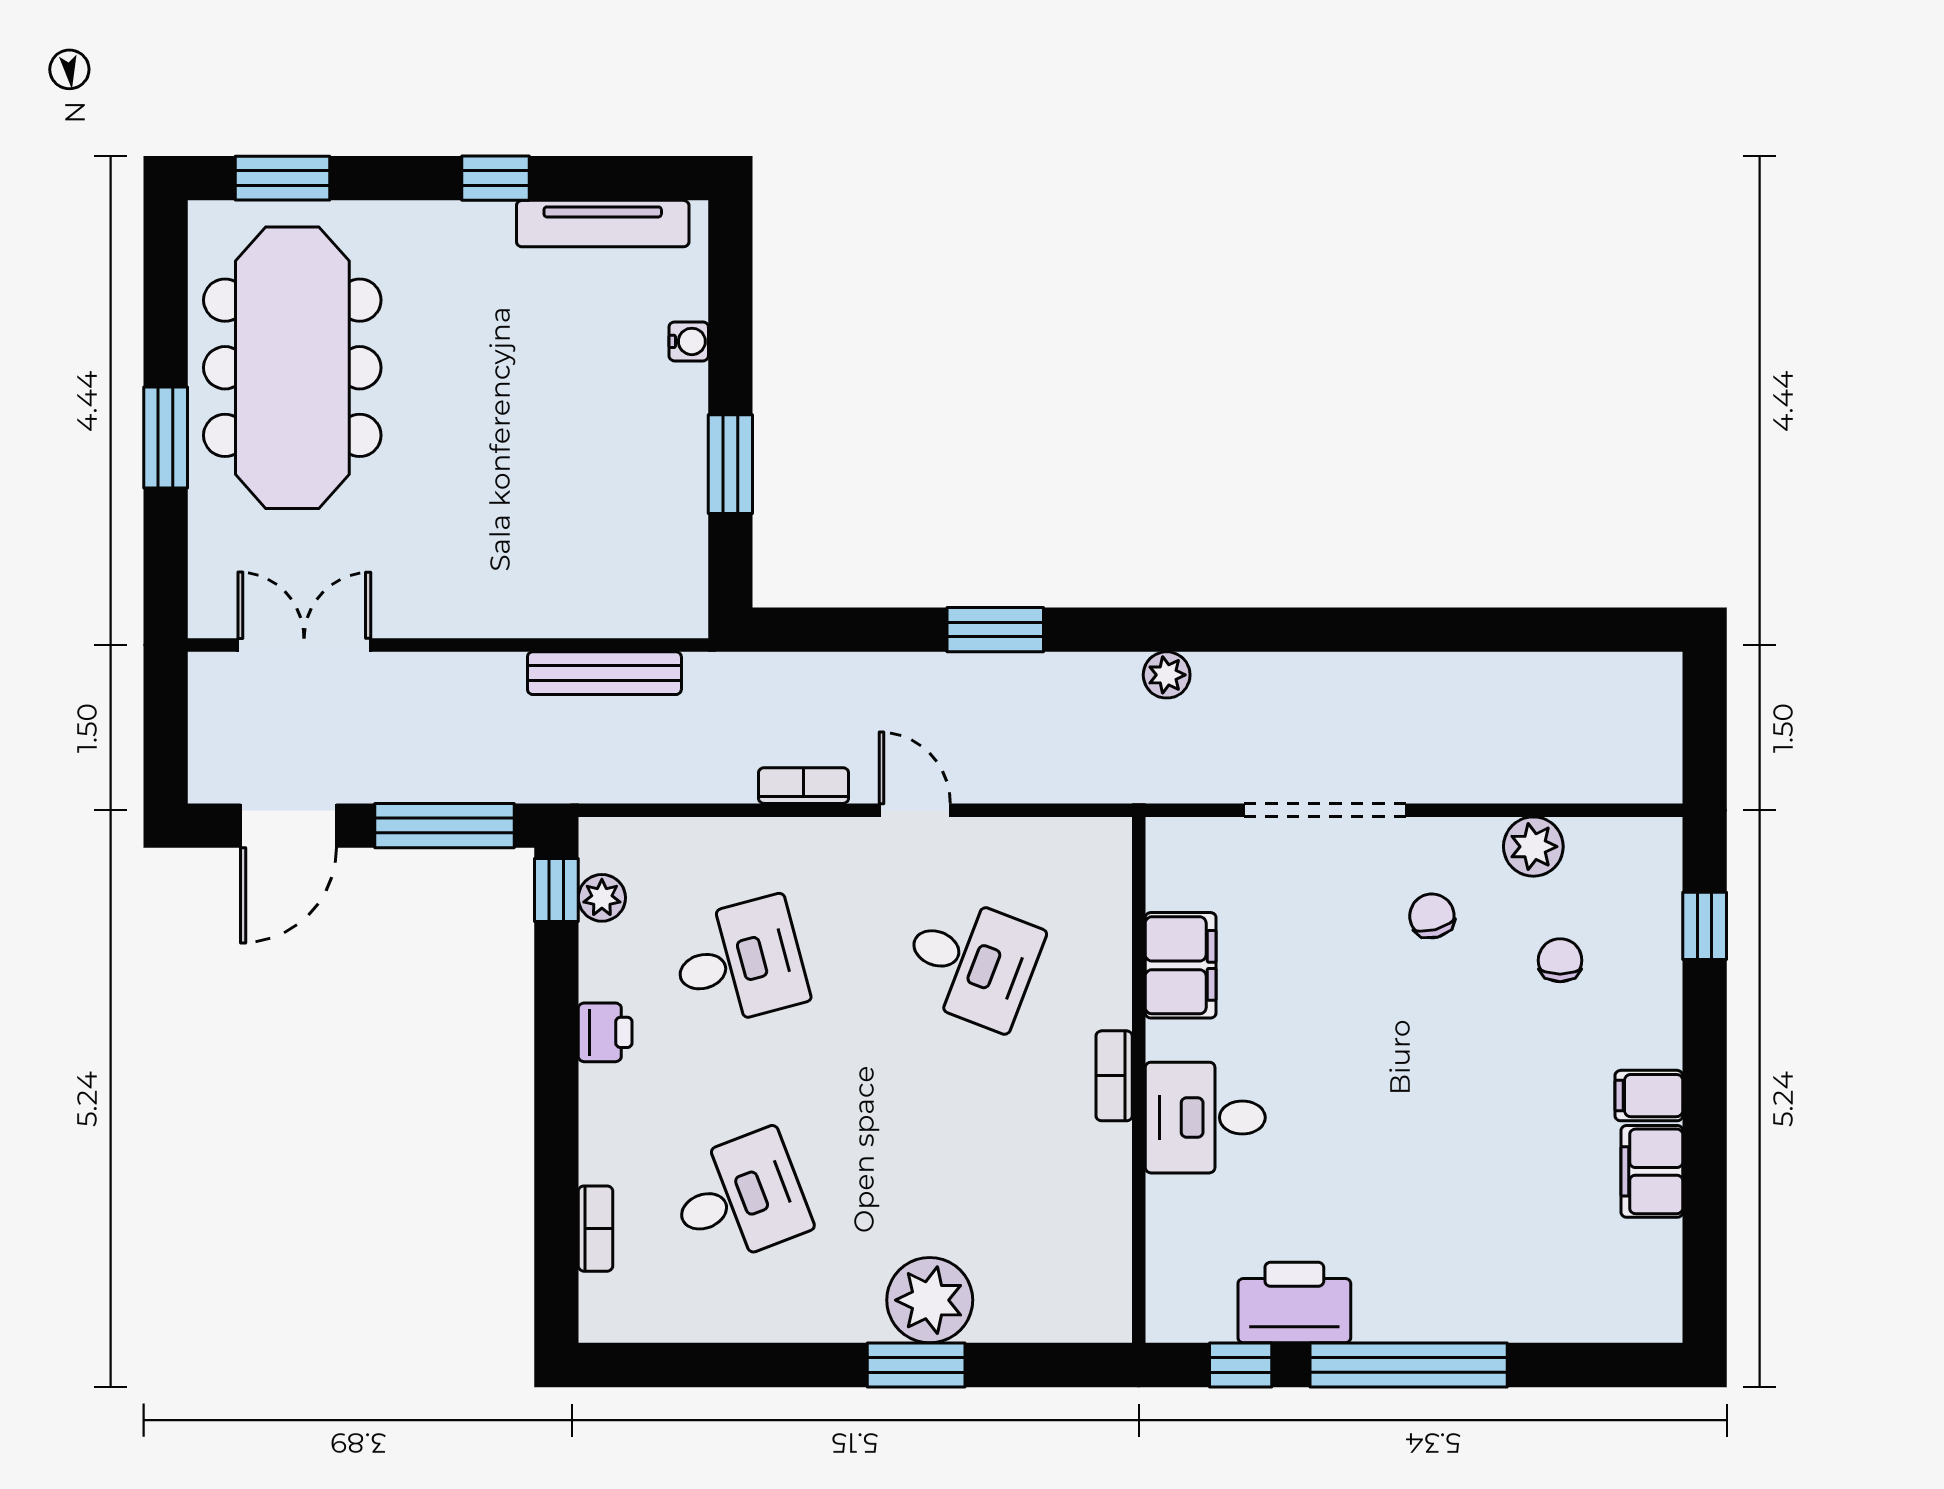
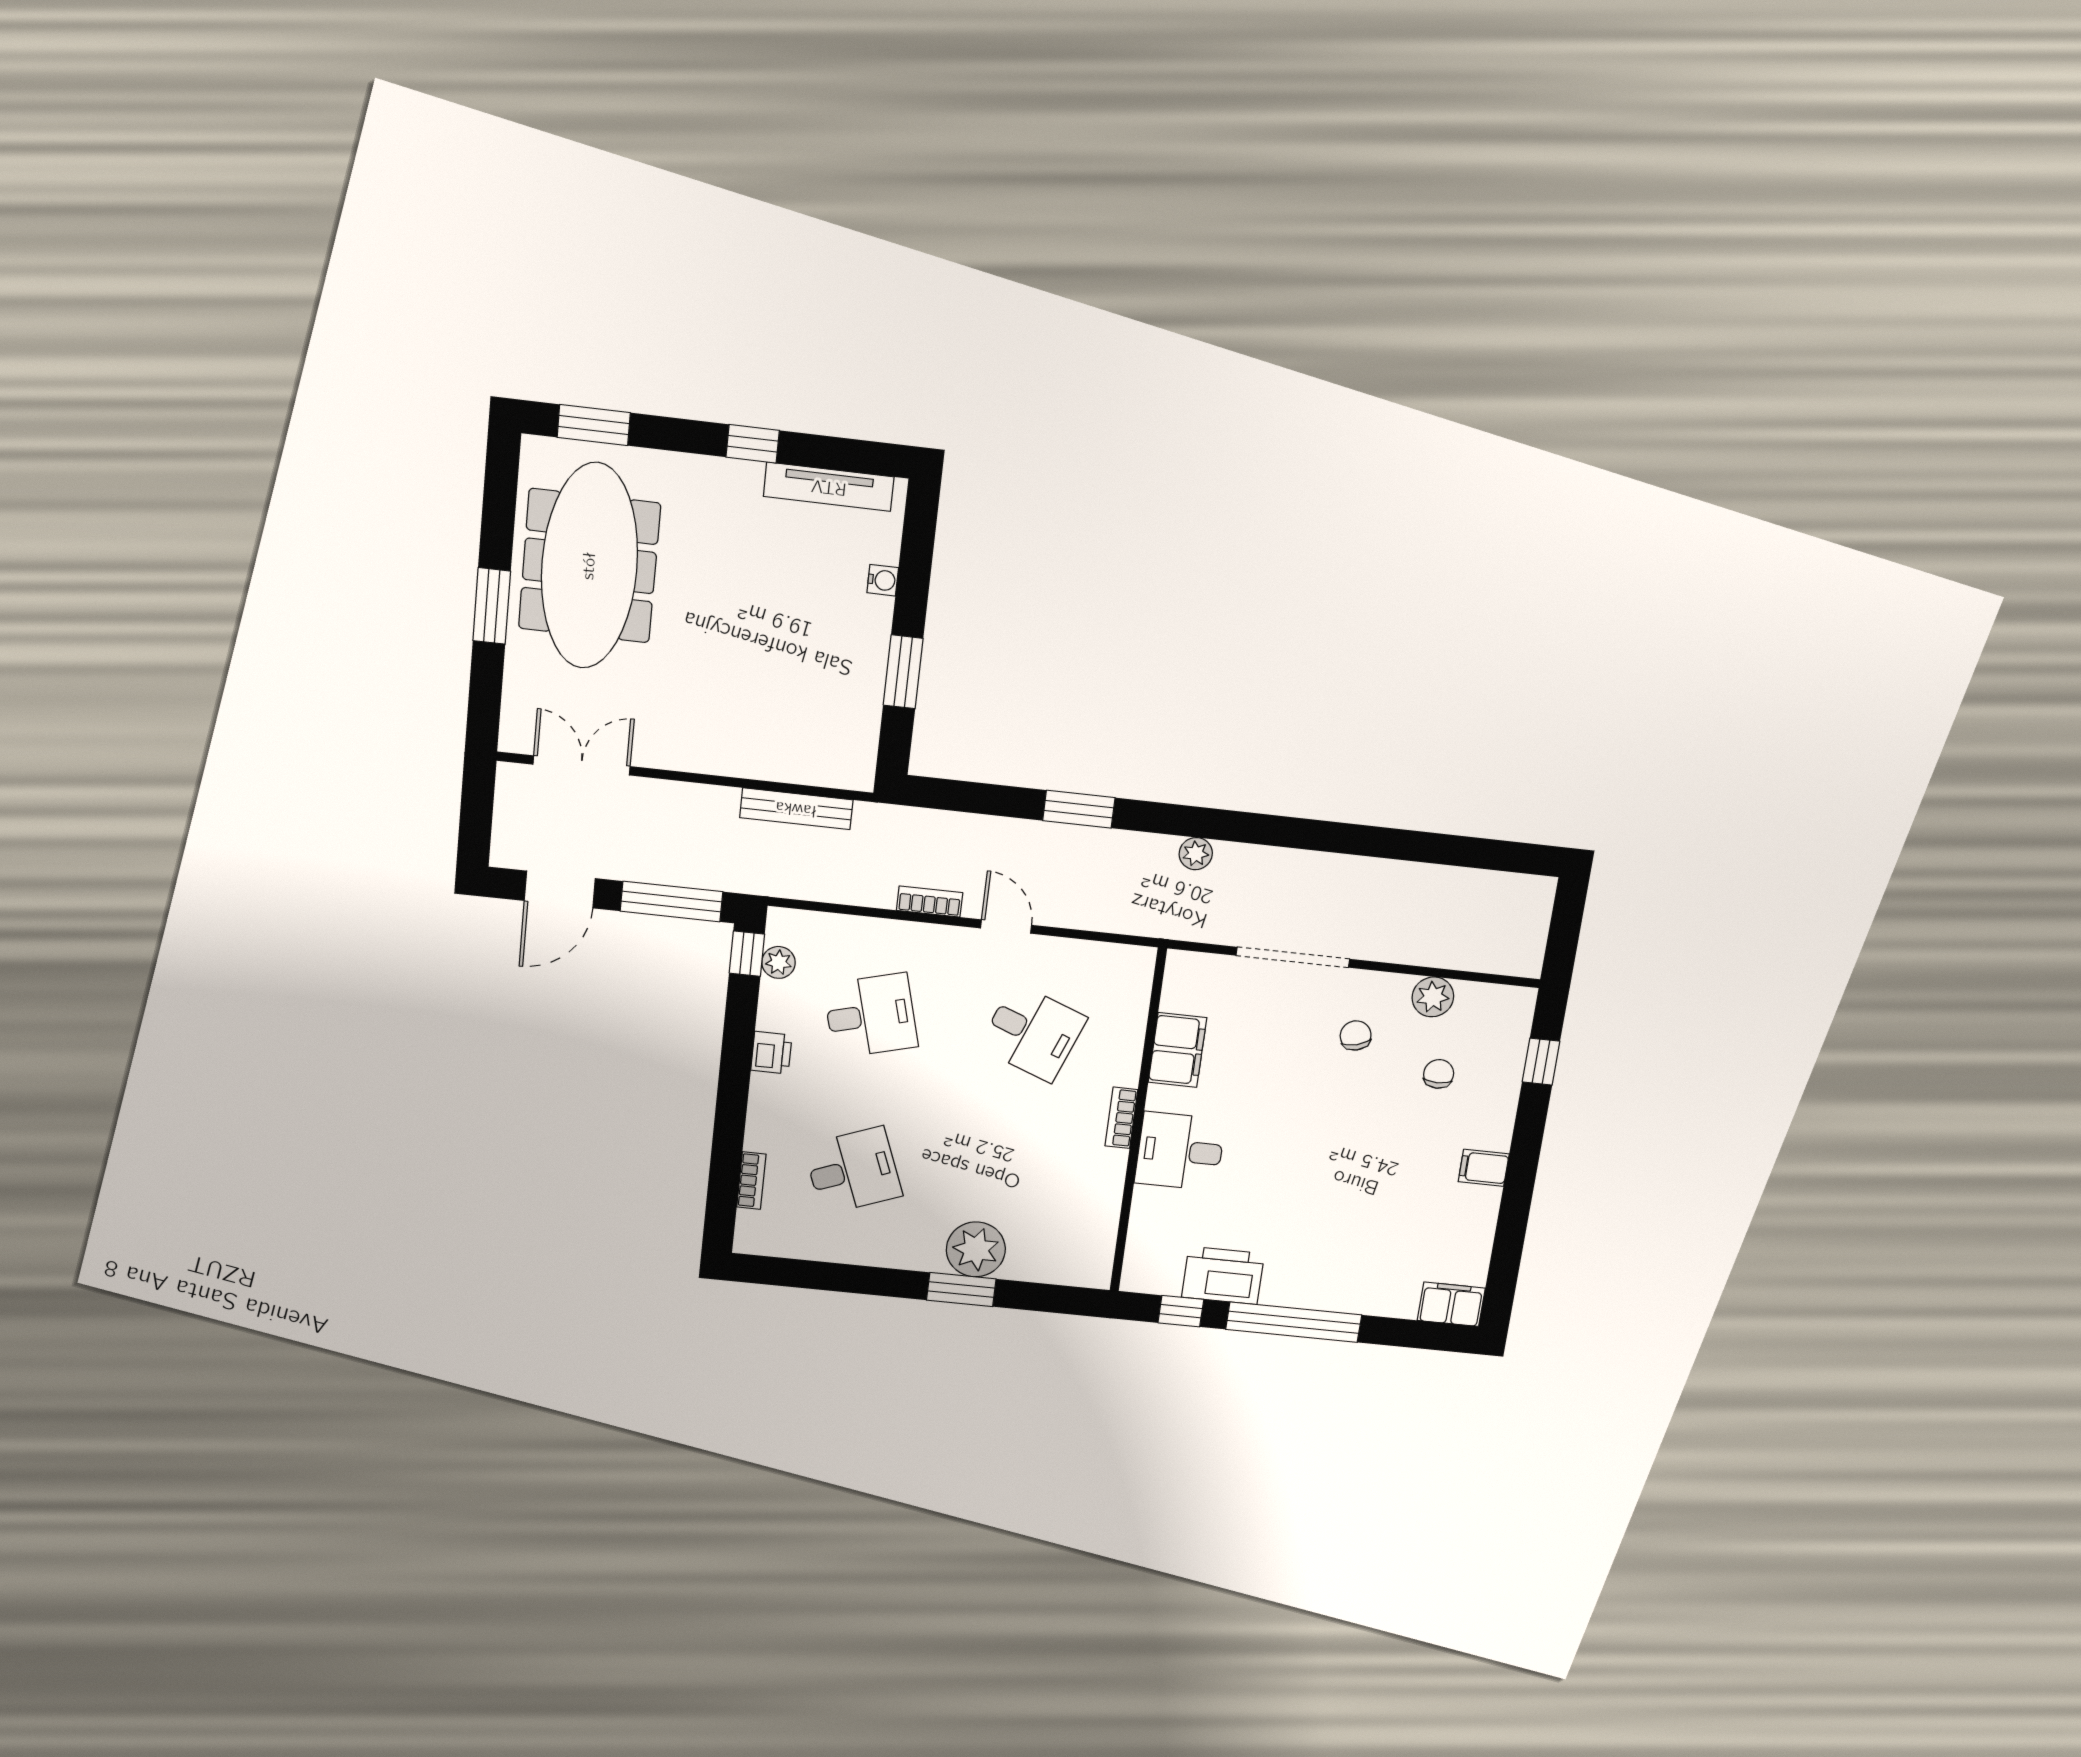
filing cabinet: (1652, 1171) -> (1451, 1304), moved, turned 90

